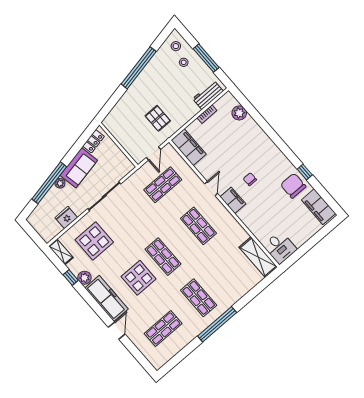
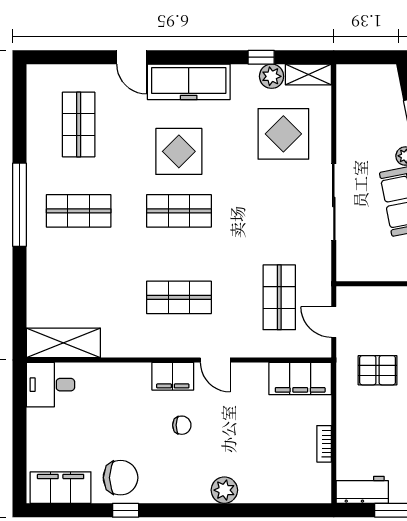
workbench: (208, 95) -> (362, 490), moved, turned -90
plant: (239, 113) -> (224, 490), moved
fridge: (66, 218) -> (350, 123), removed
plant: (85, 278) -> (272, 76), moved

